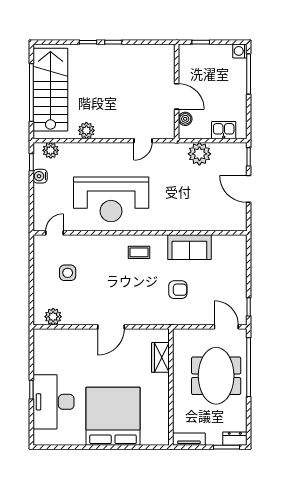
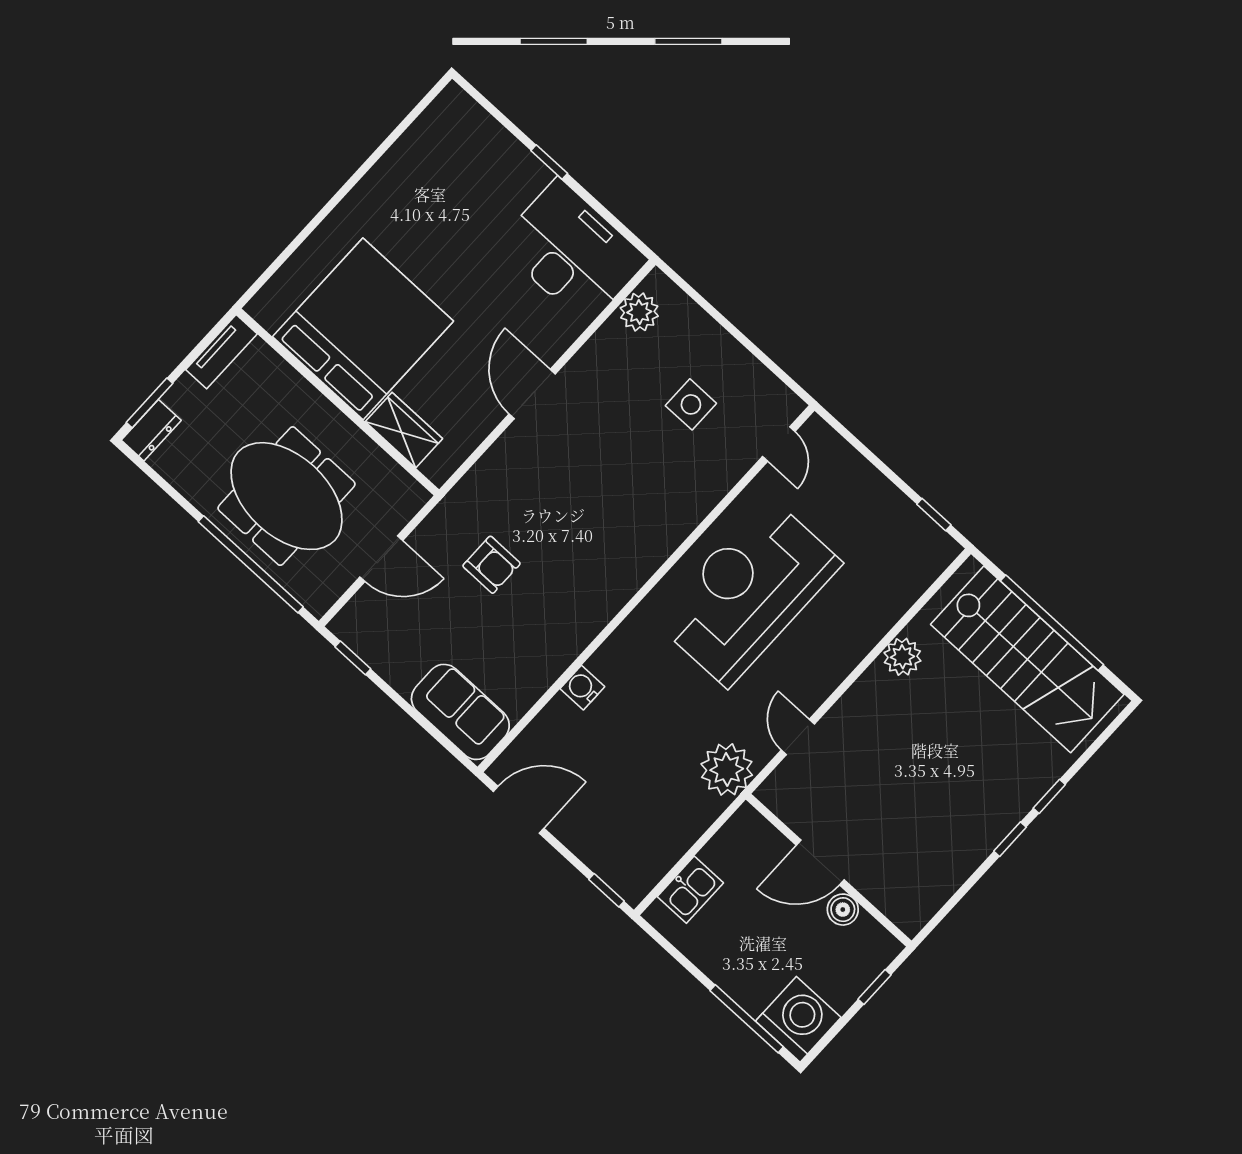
washing machine: (240, 51) -> (798, 1019), width x1.89, depth x1.89
boiler: (185, 119) -> (843, 910), moved
plant: (51, 150) -> (924, 565), removed
plant: (199, 154) -> (727, 769), moved
water cooler: (40, 176) -> (582, 688), moved, turned -90
door: (249, 189) -> (519, 810), moved
sofa: (189, 247) -> (460, 712), moved, turned 90
coffee table: (139, 252) -> (615, 557), removed
armchair: (178, 290) -> (492, 565), turned -90
door: (226, 327) -> (381, 559), moved
desk: (54, 402) -> (572, 252), moved
bed: (113, 416) -> (363, 329), moved, turned -90

